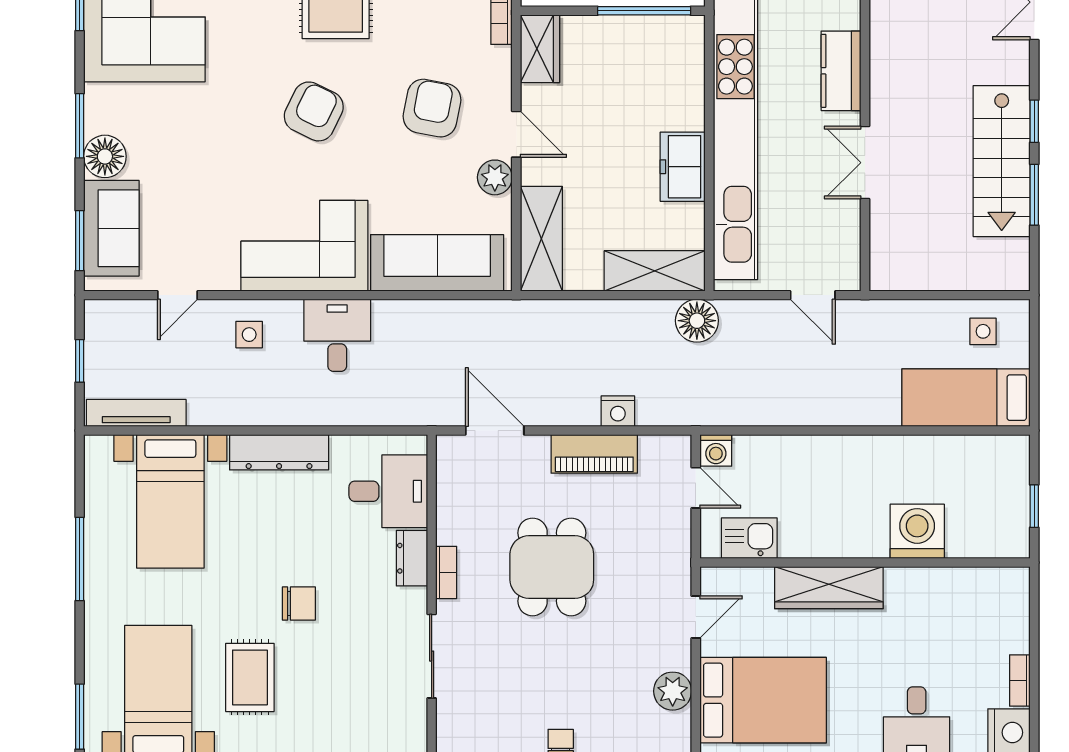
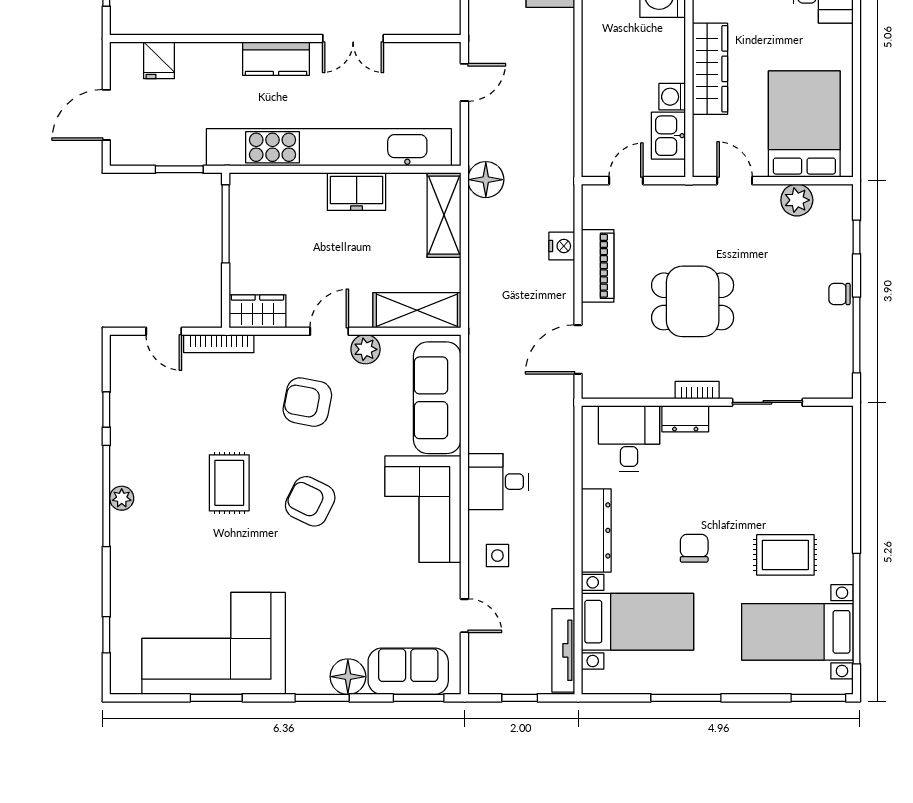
washing machine: (716, 450) -> (672, 97), moved, turned 180
chair: (299, 604) -> (694, 548), moved

